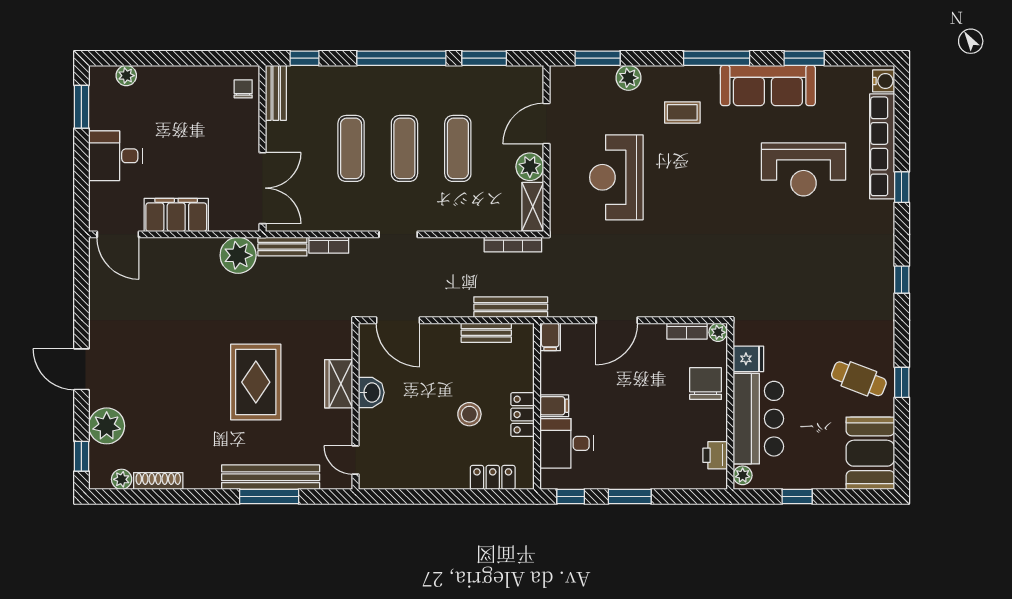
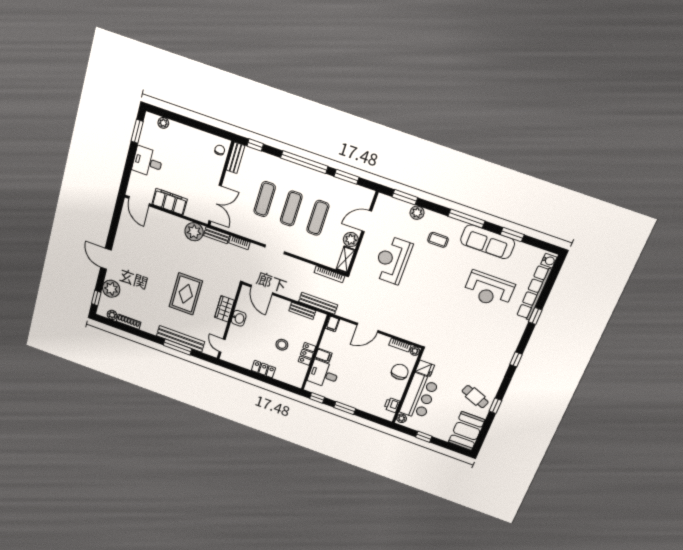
locker: (493, 477) -> (263, 369), moved

